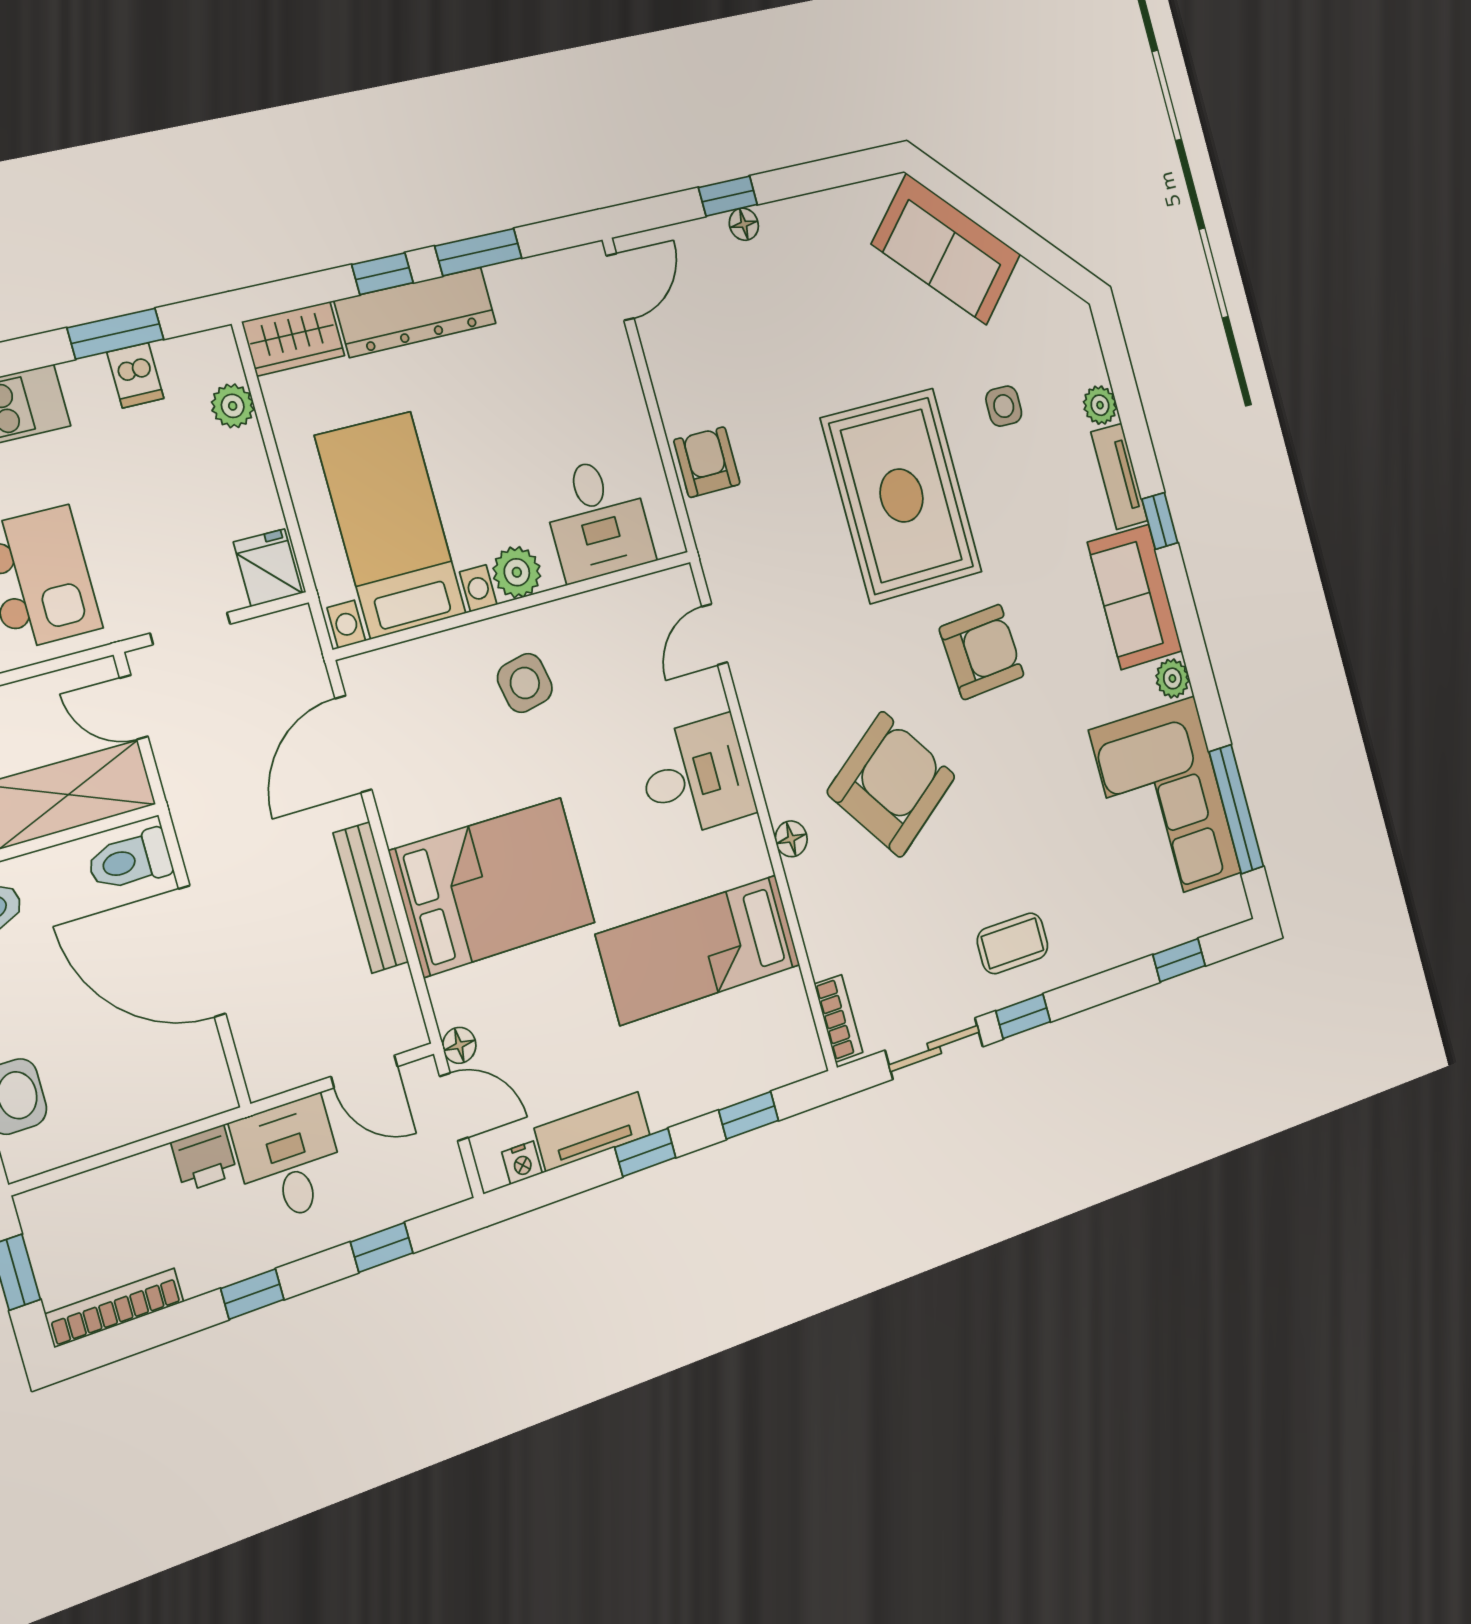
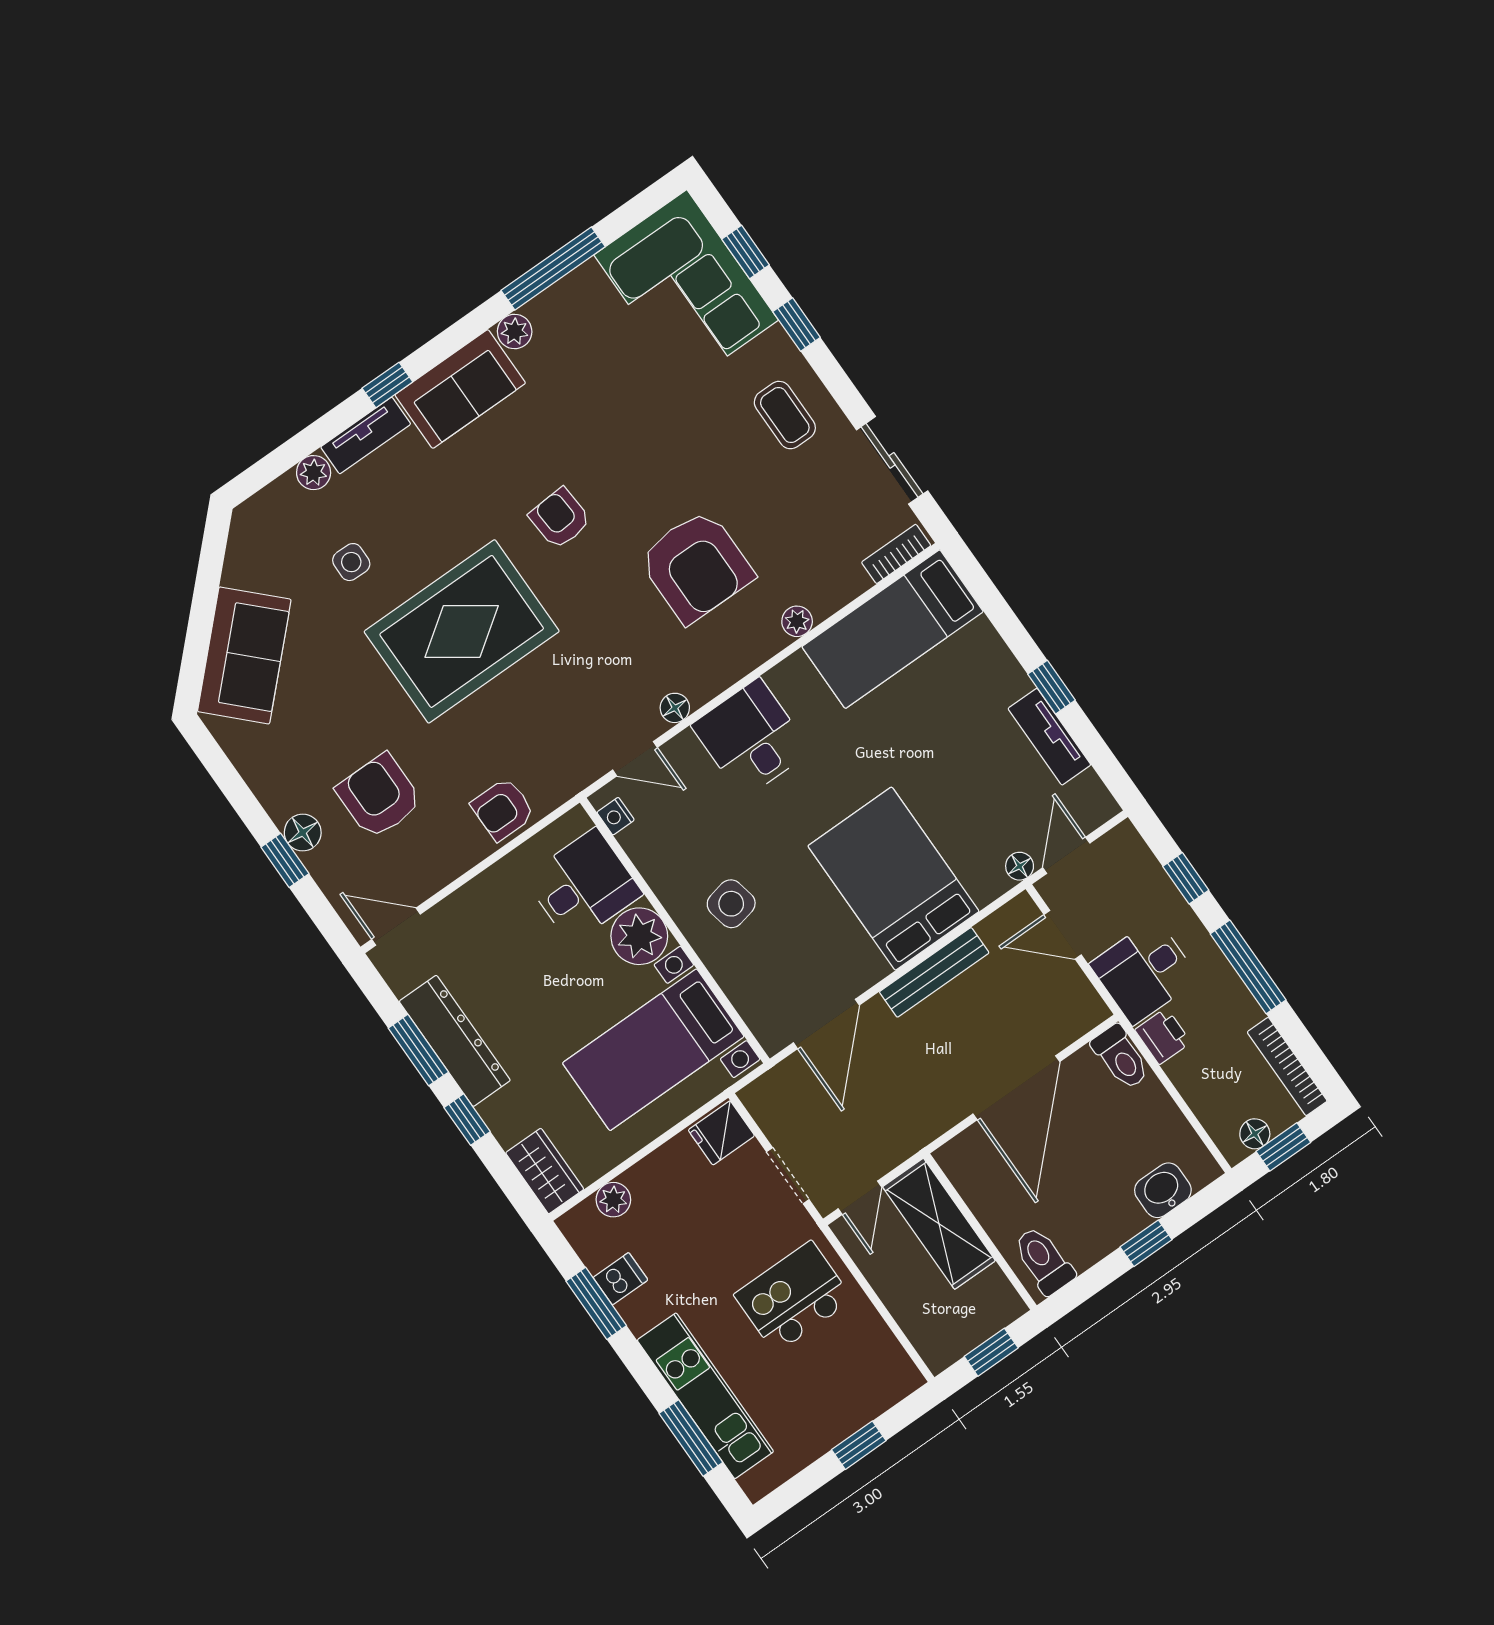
floor lamp: (744, 224) -> (303, 833), width x1.37, depth x1.37
dresser: (416, 312) -> (455, 1041), moved
armchair: (762, 330) -> (379, 796), added
plant: (517, 572) -> (639, 936), width x1.36, depth x1.36
armchair: (982, 652) -> (560, 518), width x0.72, depth x0.72
door: (353, 744) -> (826, 1024), hinge flipped
armchair: (891, 784) -> (696, 566), turned -144
corner sofa: (1165, 802) -> (686, 288), moved, turned 90
window: (1236, 809) -> (553, 269), moved
floor lamp: (791, 839) -> (675, 708), moved
toilet: (130, 860) -> (1121, 1057), moved
plant: (802, 877) -> (797, 621), added
bed: (699, 950) -> (893, 629), moved, turned 90
window: (1023, 1016) -> (797, 324), moved
door: (364, 1071) -> (1063, 935), swing flipped
window: (749, 1115) -> (996, 608), removed
nightstand: (522, 1163) -> (616, 816), moved, turned 180
floor lamp: (45, 1239) -> (1255, 1134), added
window: (252, 1294) -> (1248, 967), width x2.17

